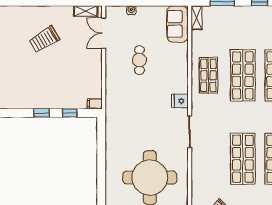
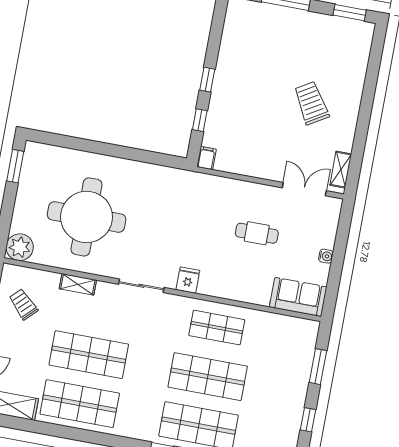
water cooler: (131, 10) -> (326, 256), moved
shelving: (197, 18) -> (78, 284), moved

